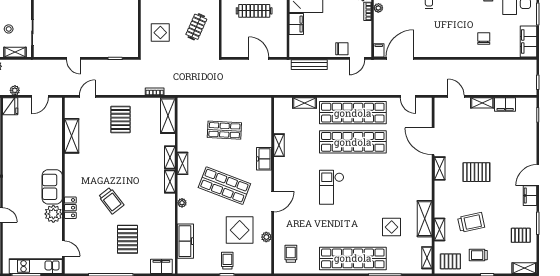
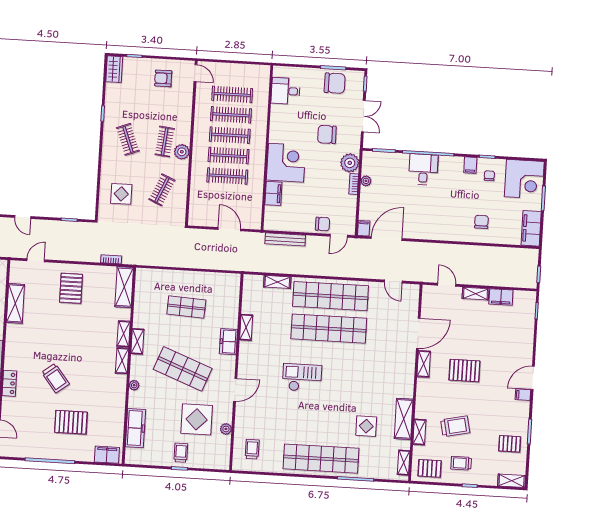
door: (433, 141) -> (418, 333), swing flipped
checkout: (332, 187) -> (302, 378), turned 90
filing cabinet: (530, 196) -> (523, 395), width x0.50
pallet: (128, 239) -> (71, 422), turned 90

